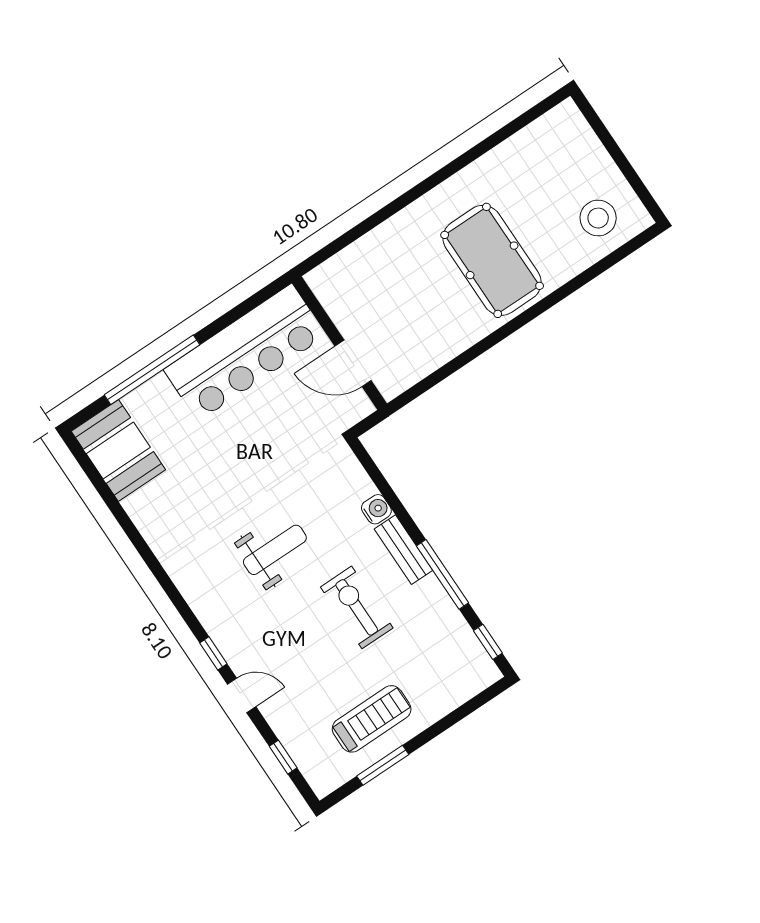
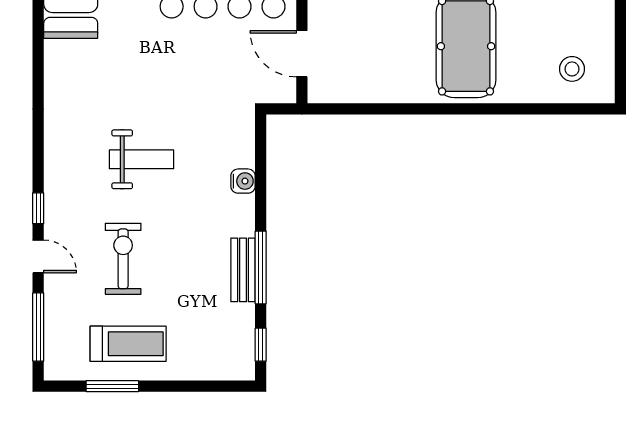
stool: (598, 218) -> (572, 69), width x0.73, depth x0.73
bench: (404, 550) -> (243, 270), moved
exercise bike: (357, 607) -> (123, 259), moved
window: (283, 757) -> (38, 327), width x2.17

